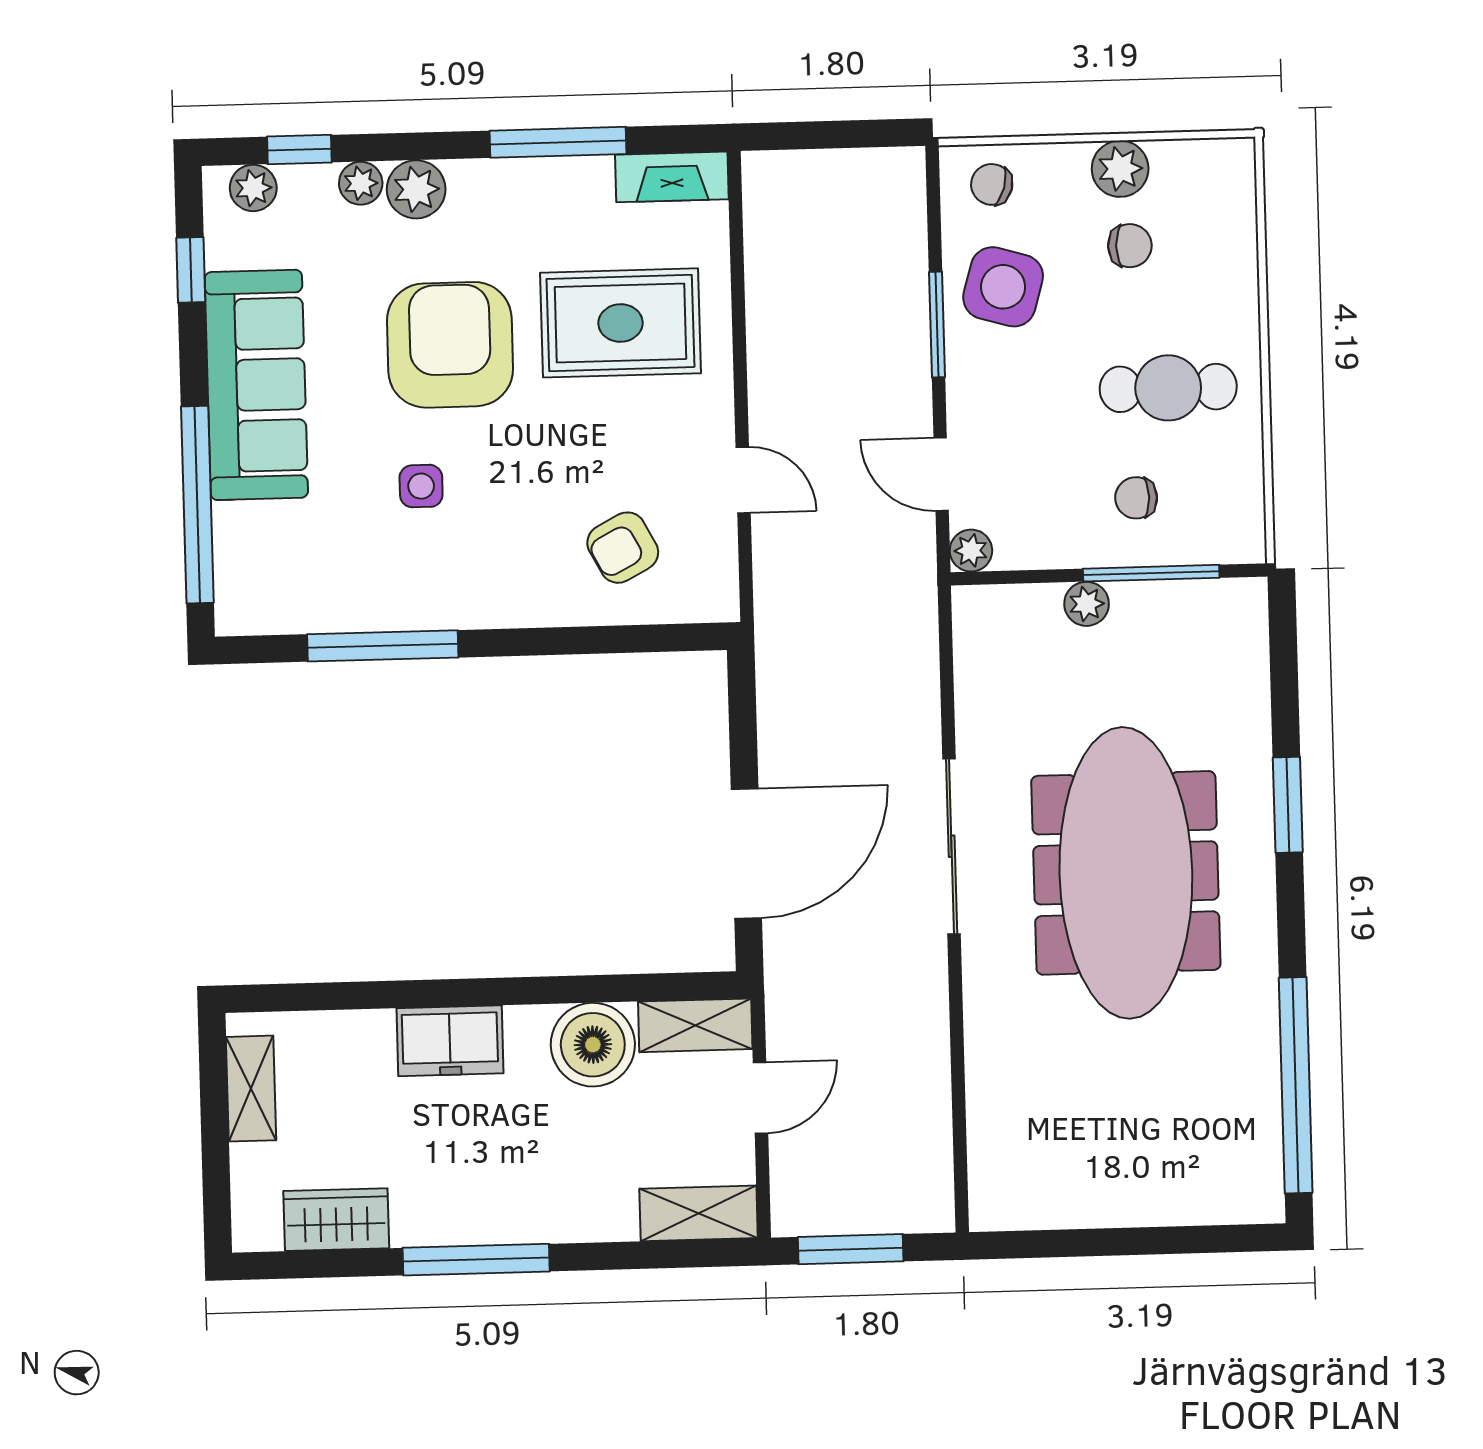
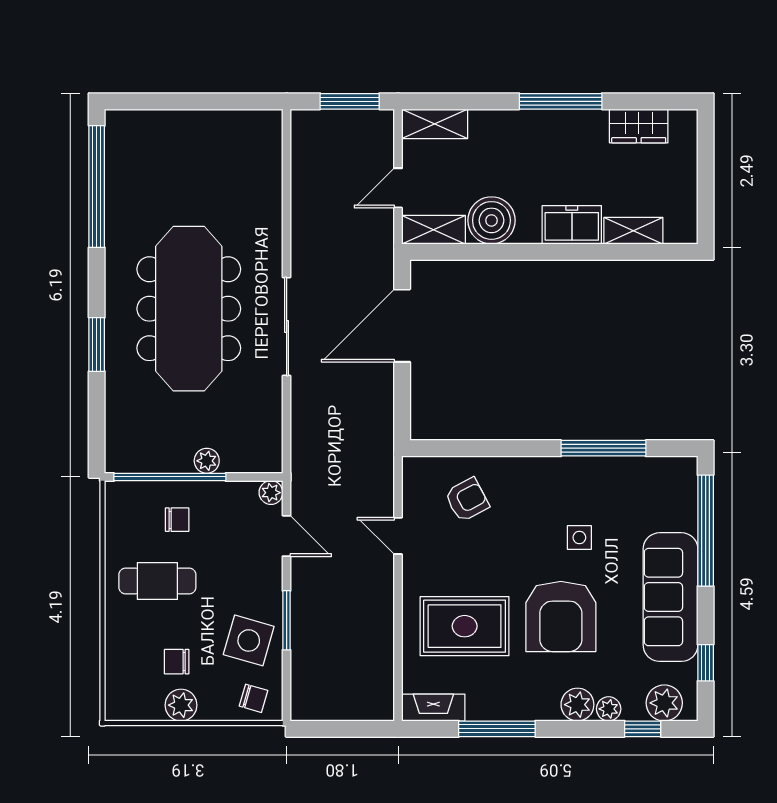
plant: (253, 188) -> (664, 703), width x1.38, depth x1.38
window: (1151, 573) -> (170, 477), width x1.46
shelving: (251, 1089) -> (633, 231), moved, turned 90

